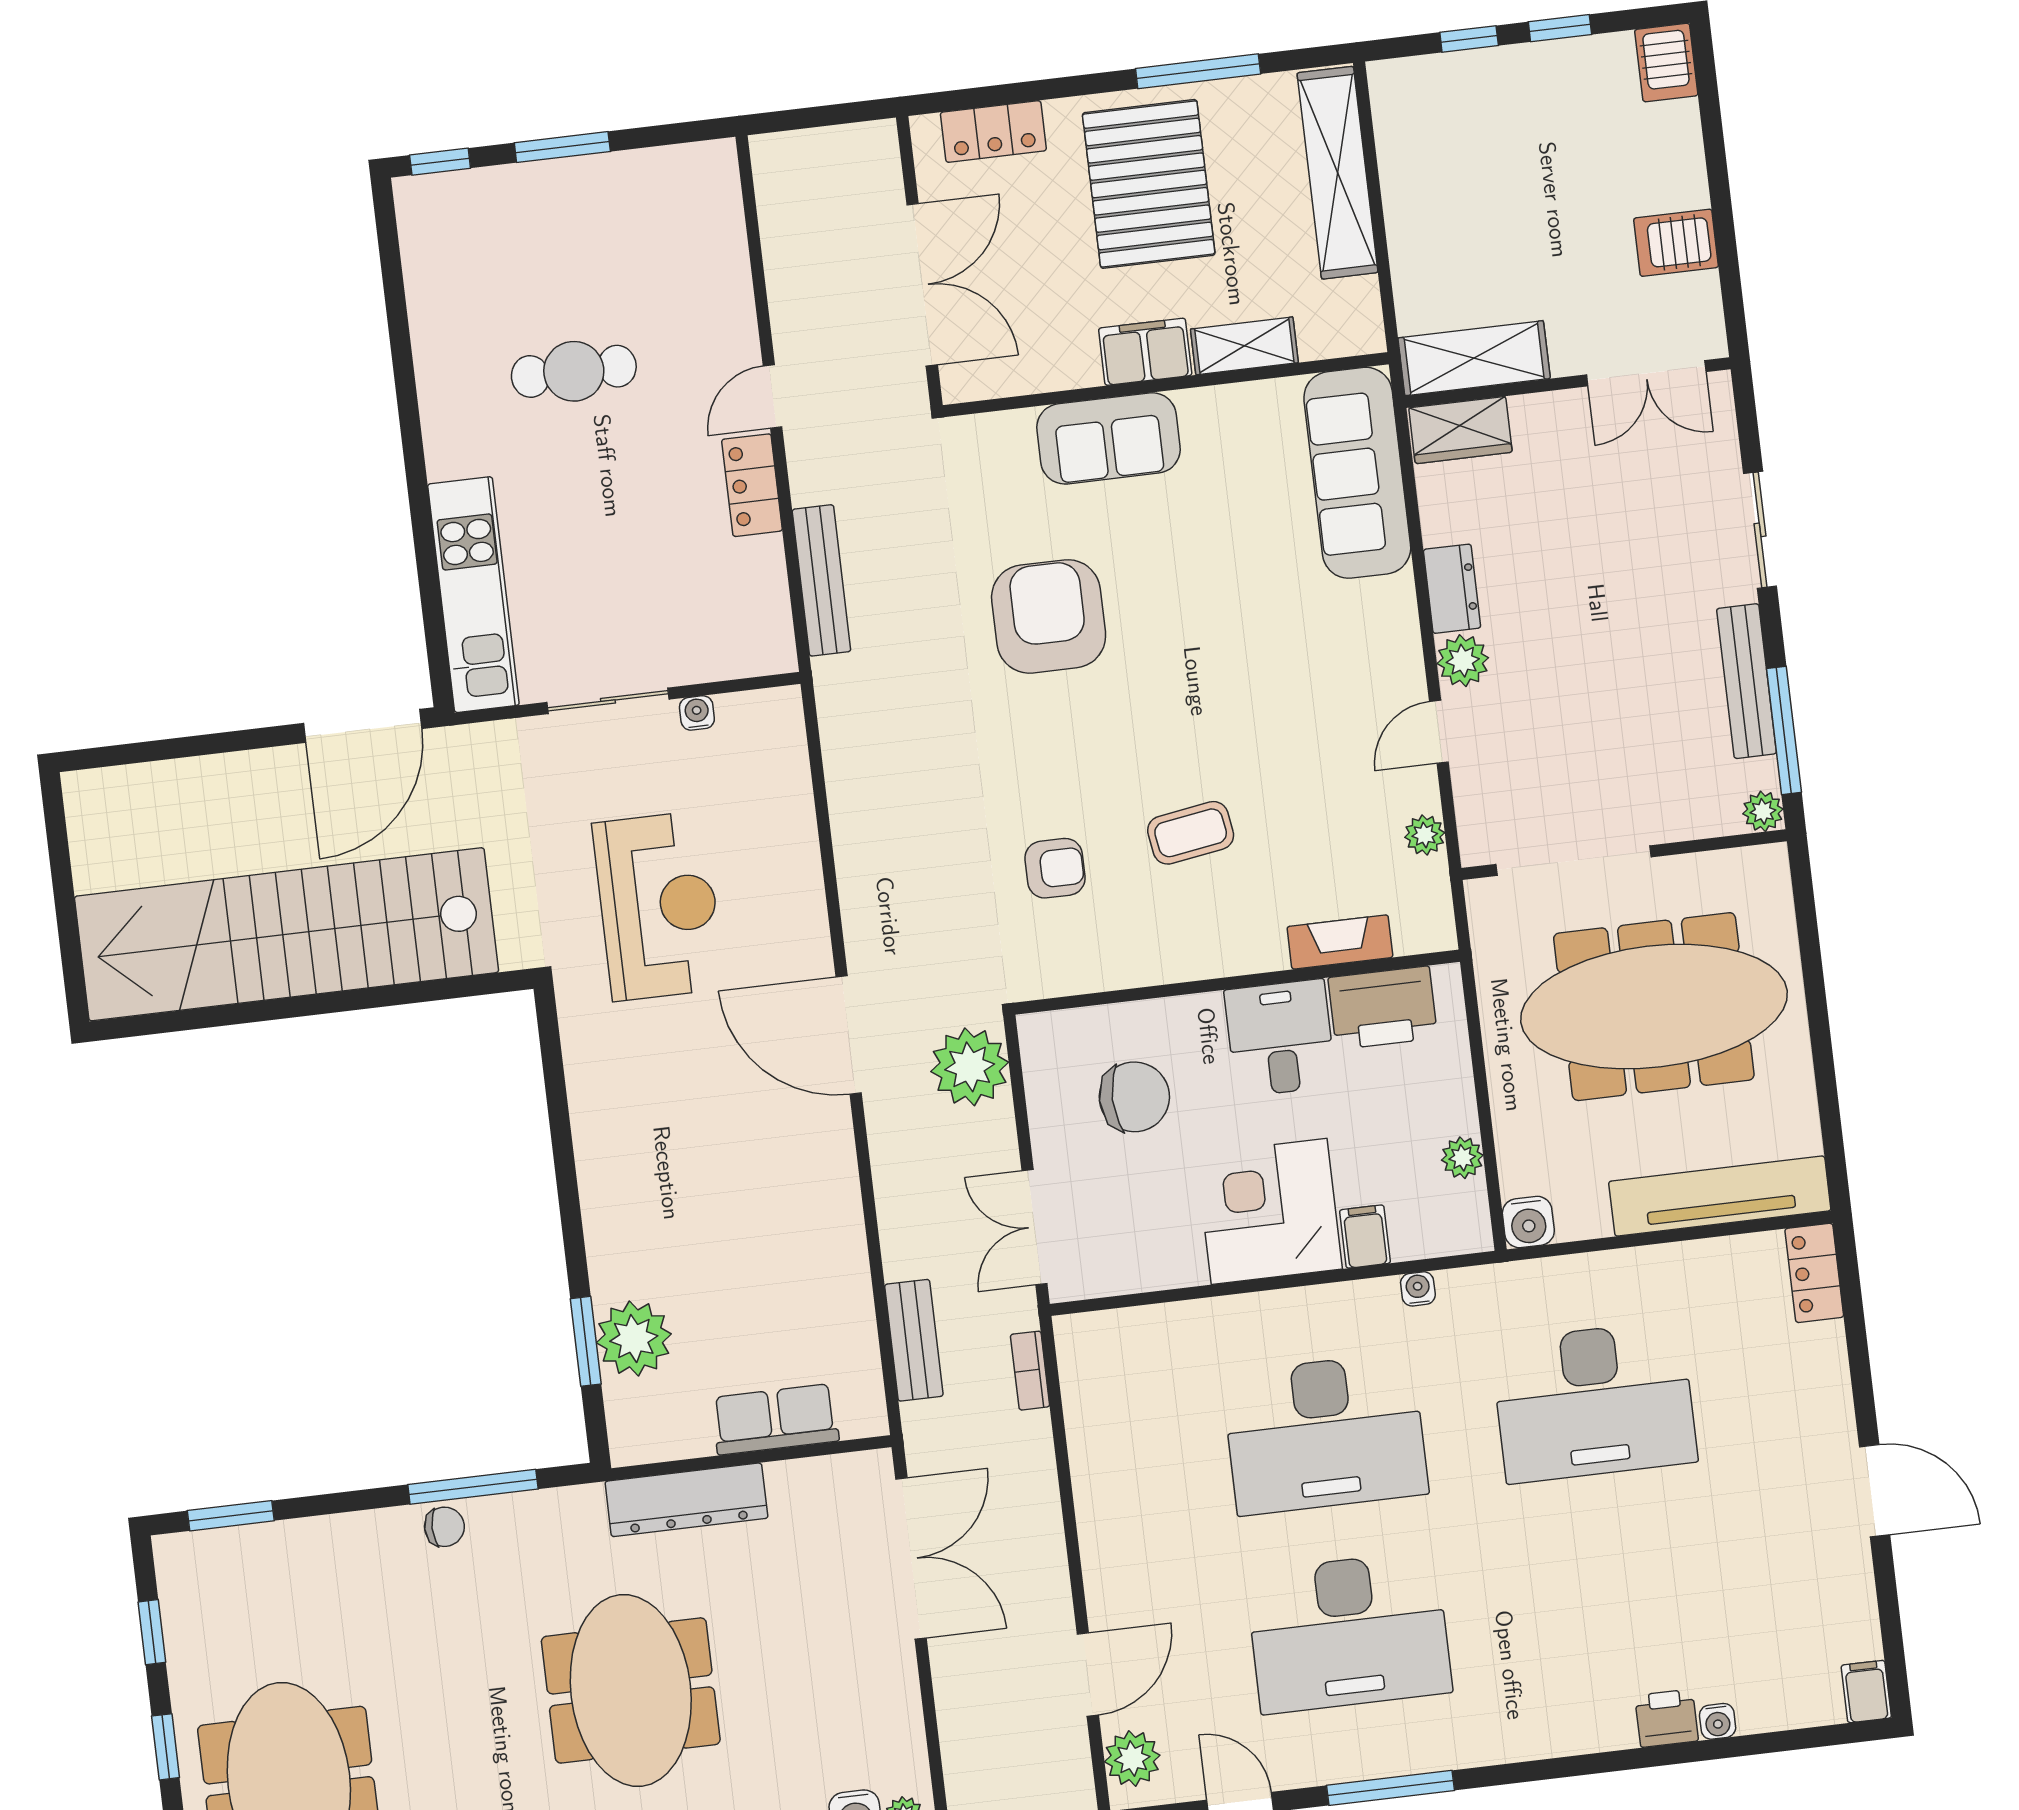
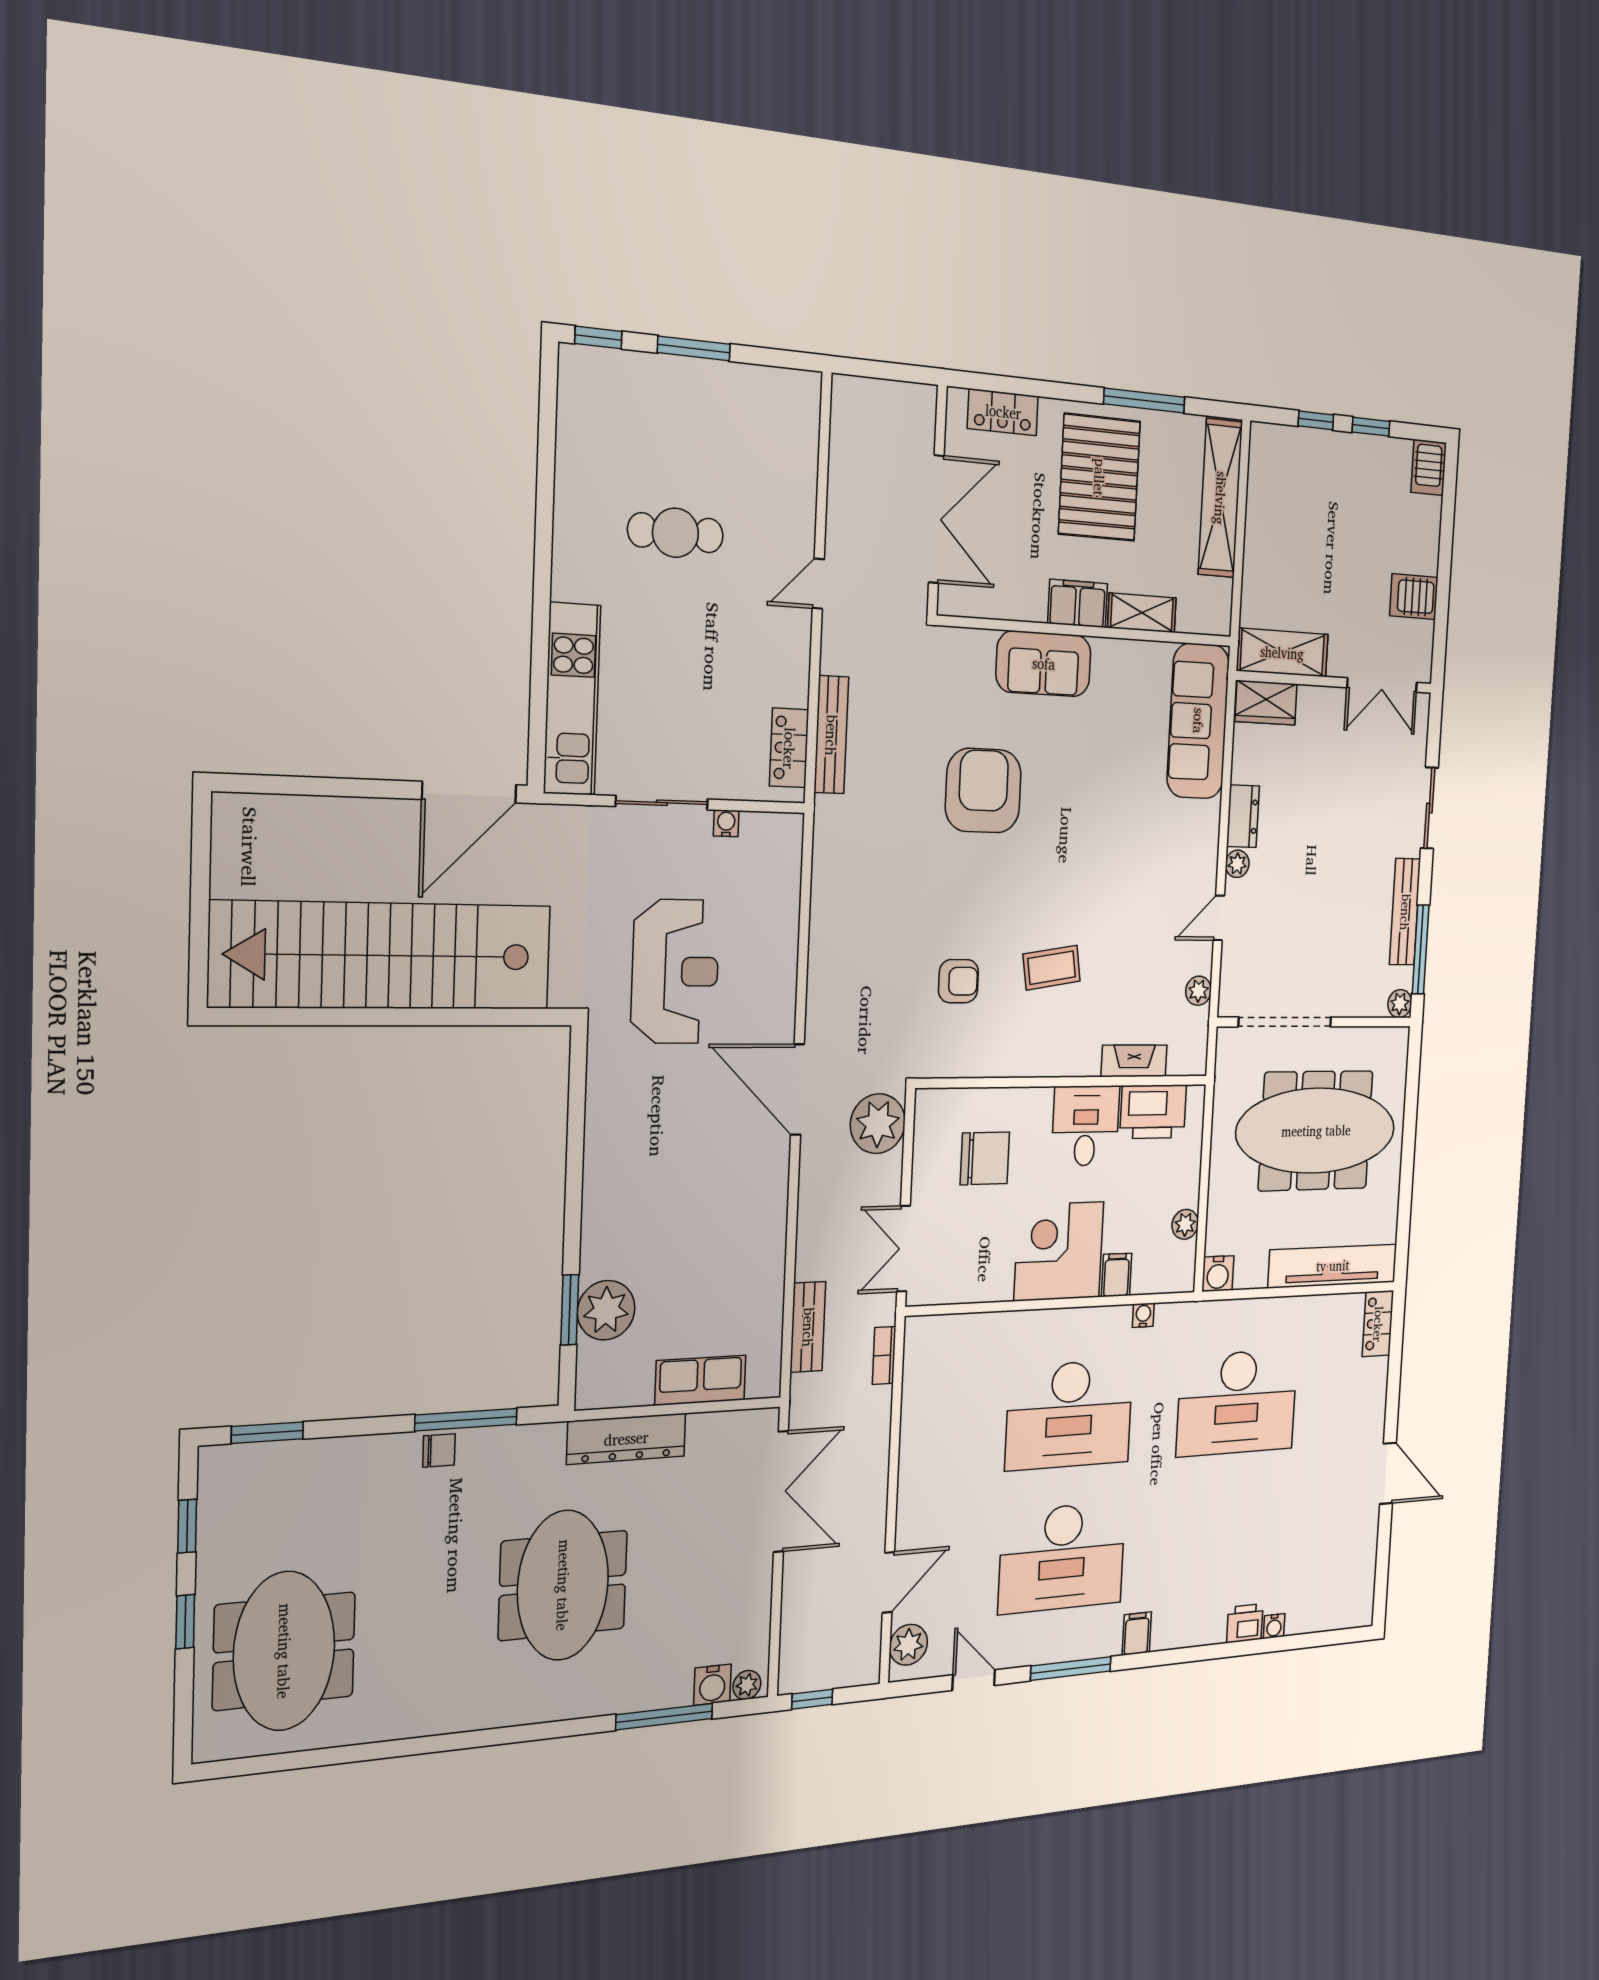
locker: (752, 485) -> (789, 748), moved
plant: (1463, 661) -> (1237, 864), width x0.73, depth x0.73
filing cabinet: (1866, 1692) -> (1137, 1634), moved

